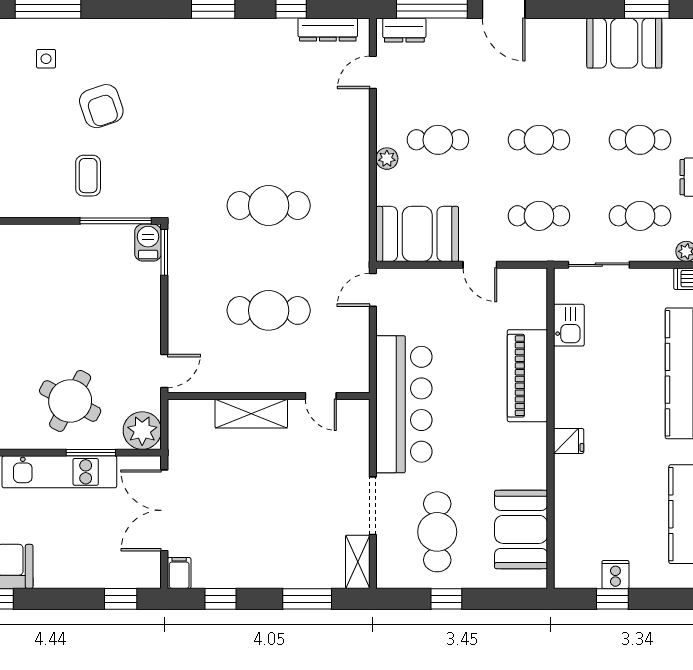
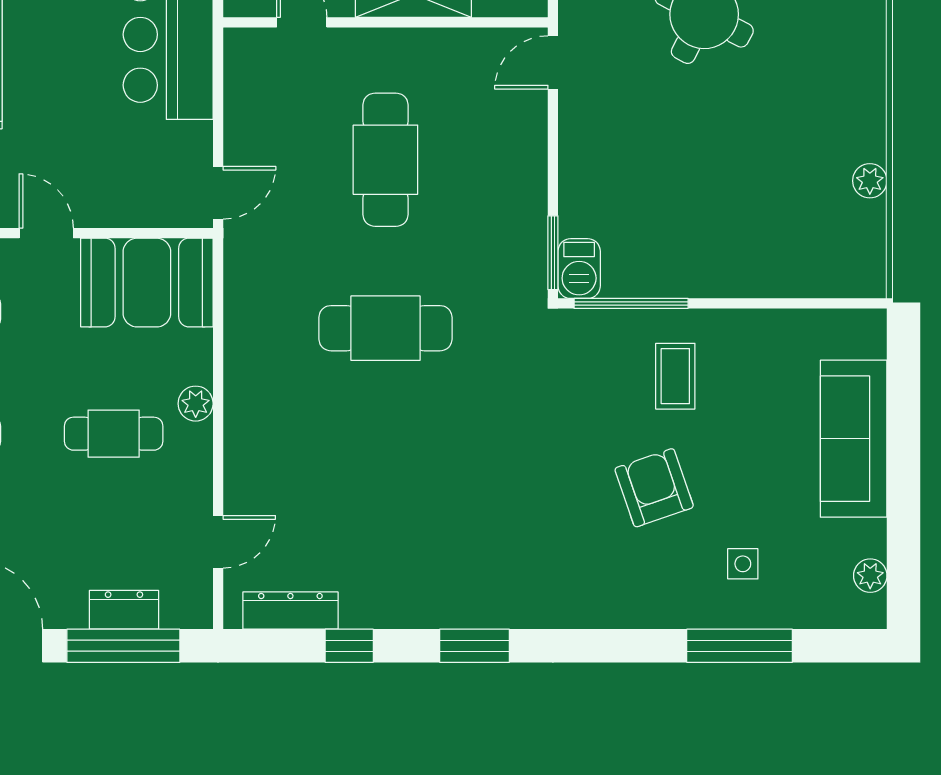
dresser: (404, 30) -> (124, 610), moved
cafe table: (269, 310) -> (385, 160), turned 90

